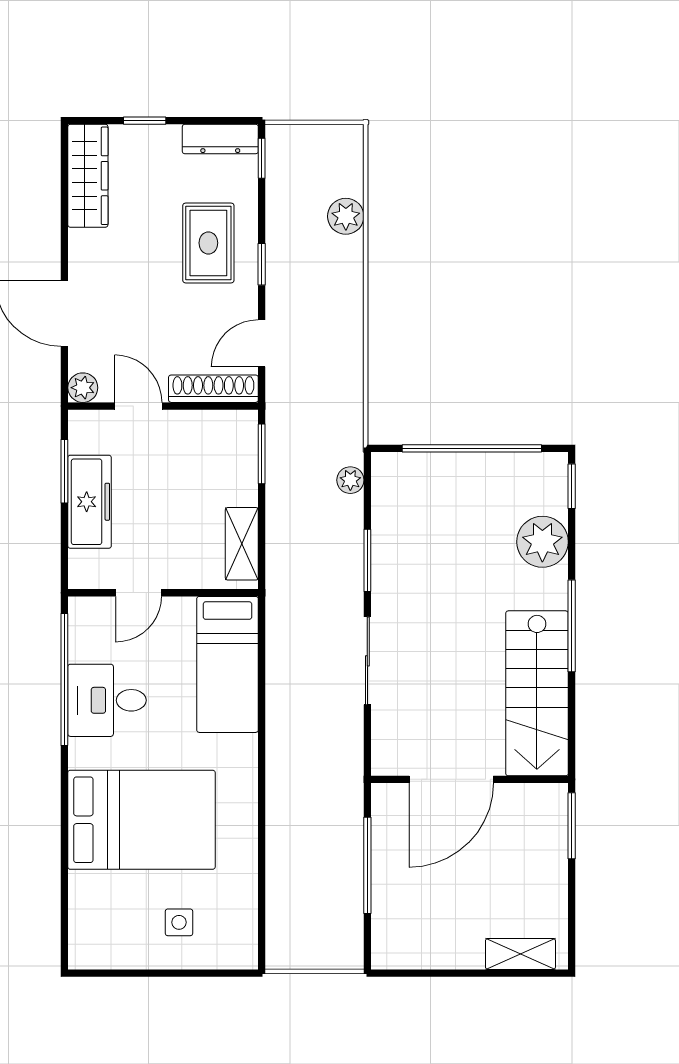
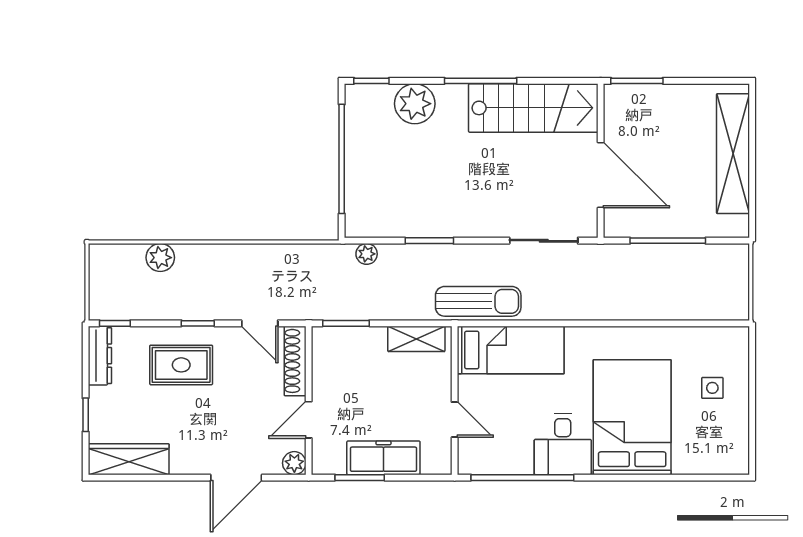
sun lounger: (290, 623) -> (478, 301), added
sliding door: (367, 661) -> (544, 241), moved
desk: (107, 700) -> (563, 444), moved
shelving: (520, 954) -> (733, 154), width x2.20, depth x1.33

